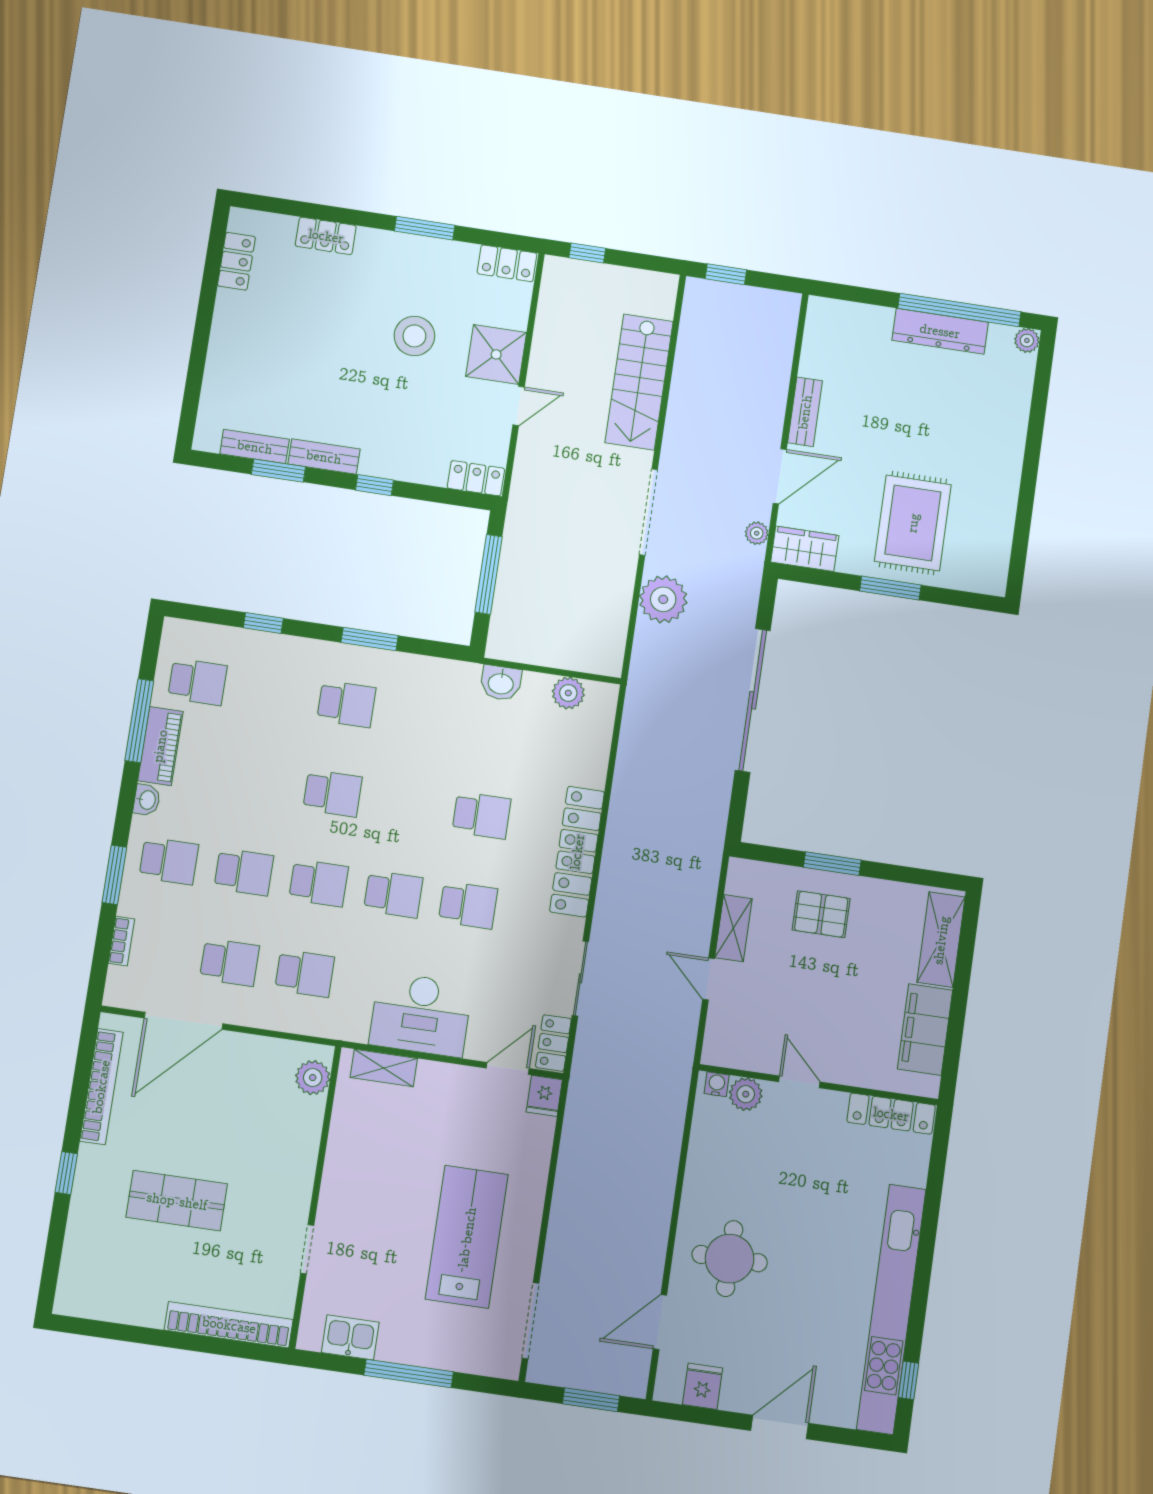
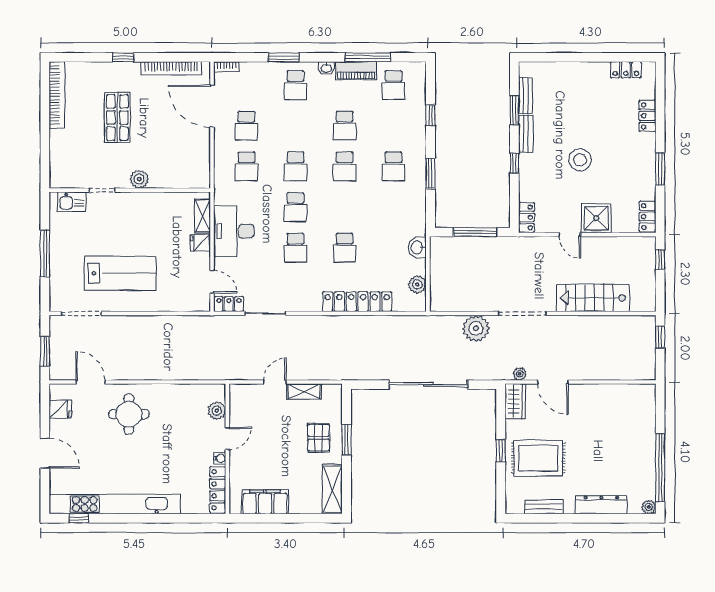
dresser: (940, 331) -> (601, 505), moved, turned 90
stool: (414, 336) -> (580, 160), moved
bench: (805, 412) -> (544, 507), moved
window: (890, 588) -> (501, 451), width x0.67
locker: (577, 852) -> (357, 302), moved
school desk: (244, 872) -> (344, 126), moved
shelving: (941, 940) -> (332, 489), moved, turned 90
bookcase: (121, 941) -> (227, 67), moved
plant: (313, 1078) -> (139, 179), moved
water cooler: (717, 1084) -> (220, 458), moved
fridge: (544, 1096) -> (200, 243), moved
bookcase: (229, 1325) -> (57, 95), moved
kitchen sink: (350, 1337) -> (72, 202), moved, turned 90

